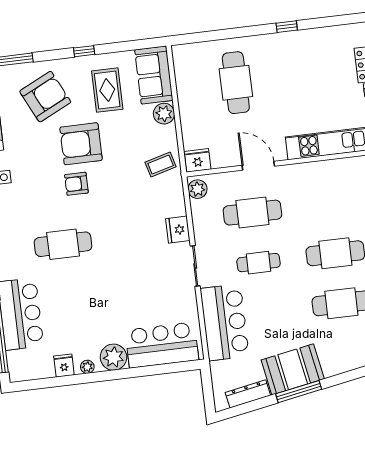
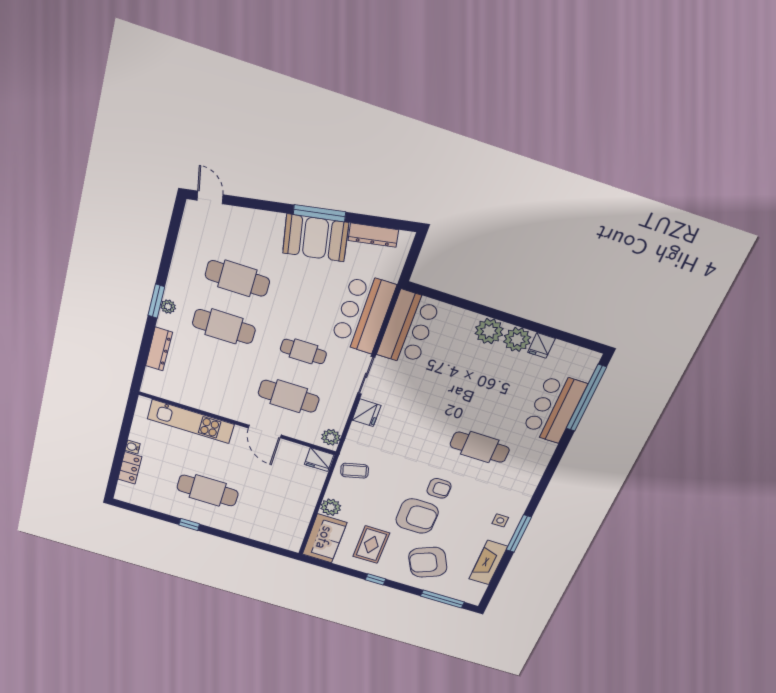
cafe table: (236, 83) -> (208, 491), moved, turned 90
bar counter: (162, 345) -> (408, 328), moved, turned -90
plant: (87, 367) -> (517, 340), width x1.88, depth x1.88

